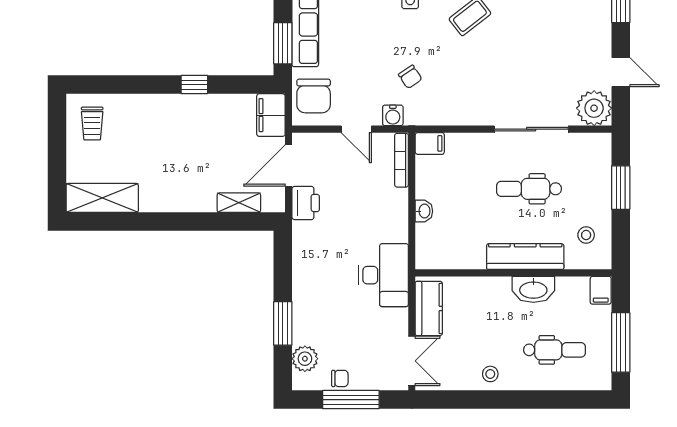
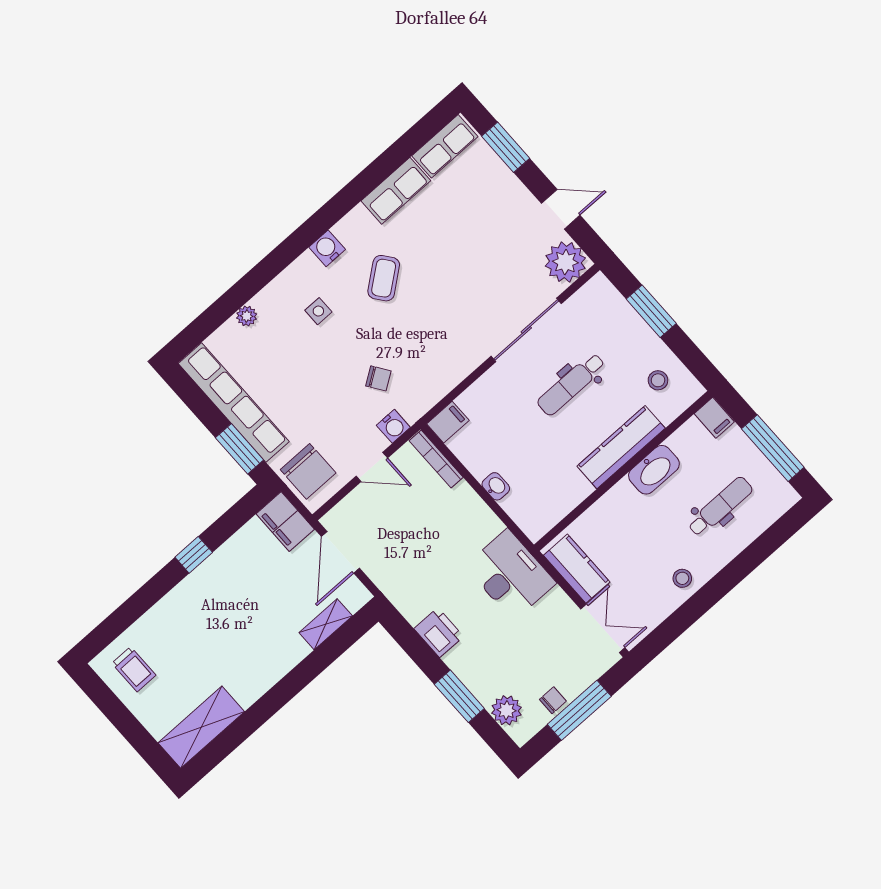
printer: (306, 203) -> (439, 633), moved

